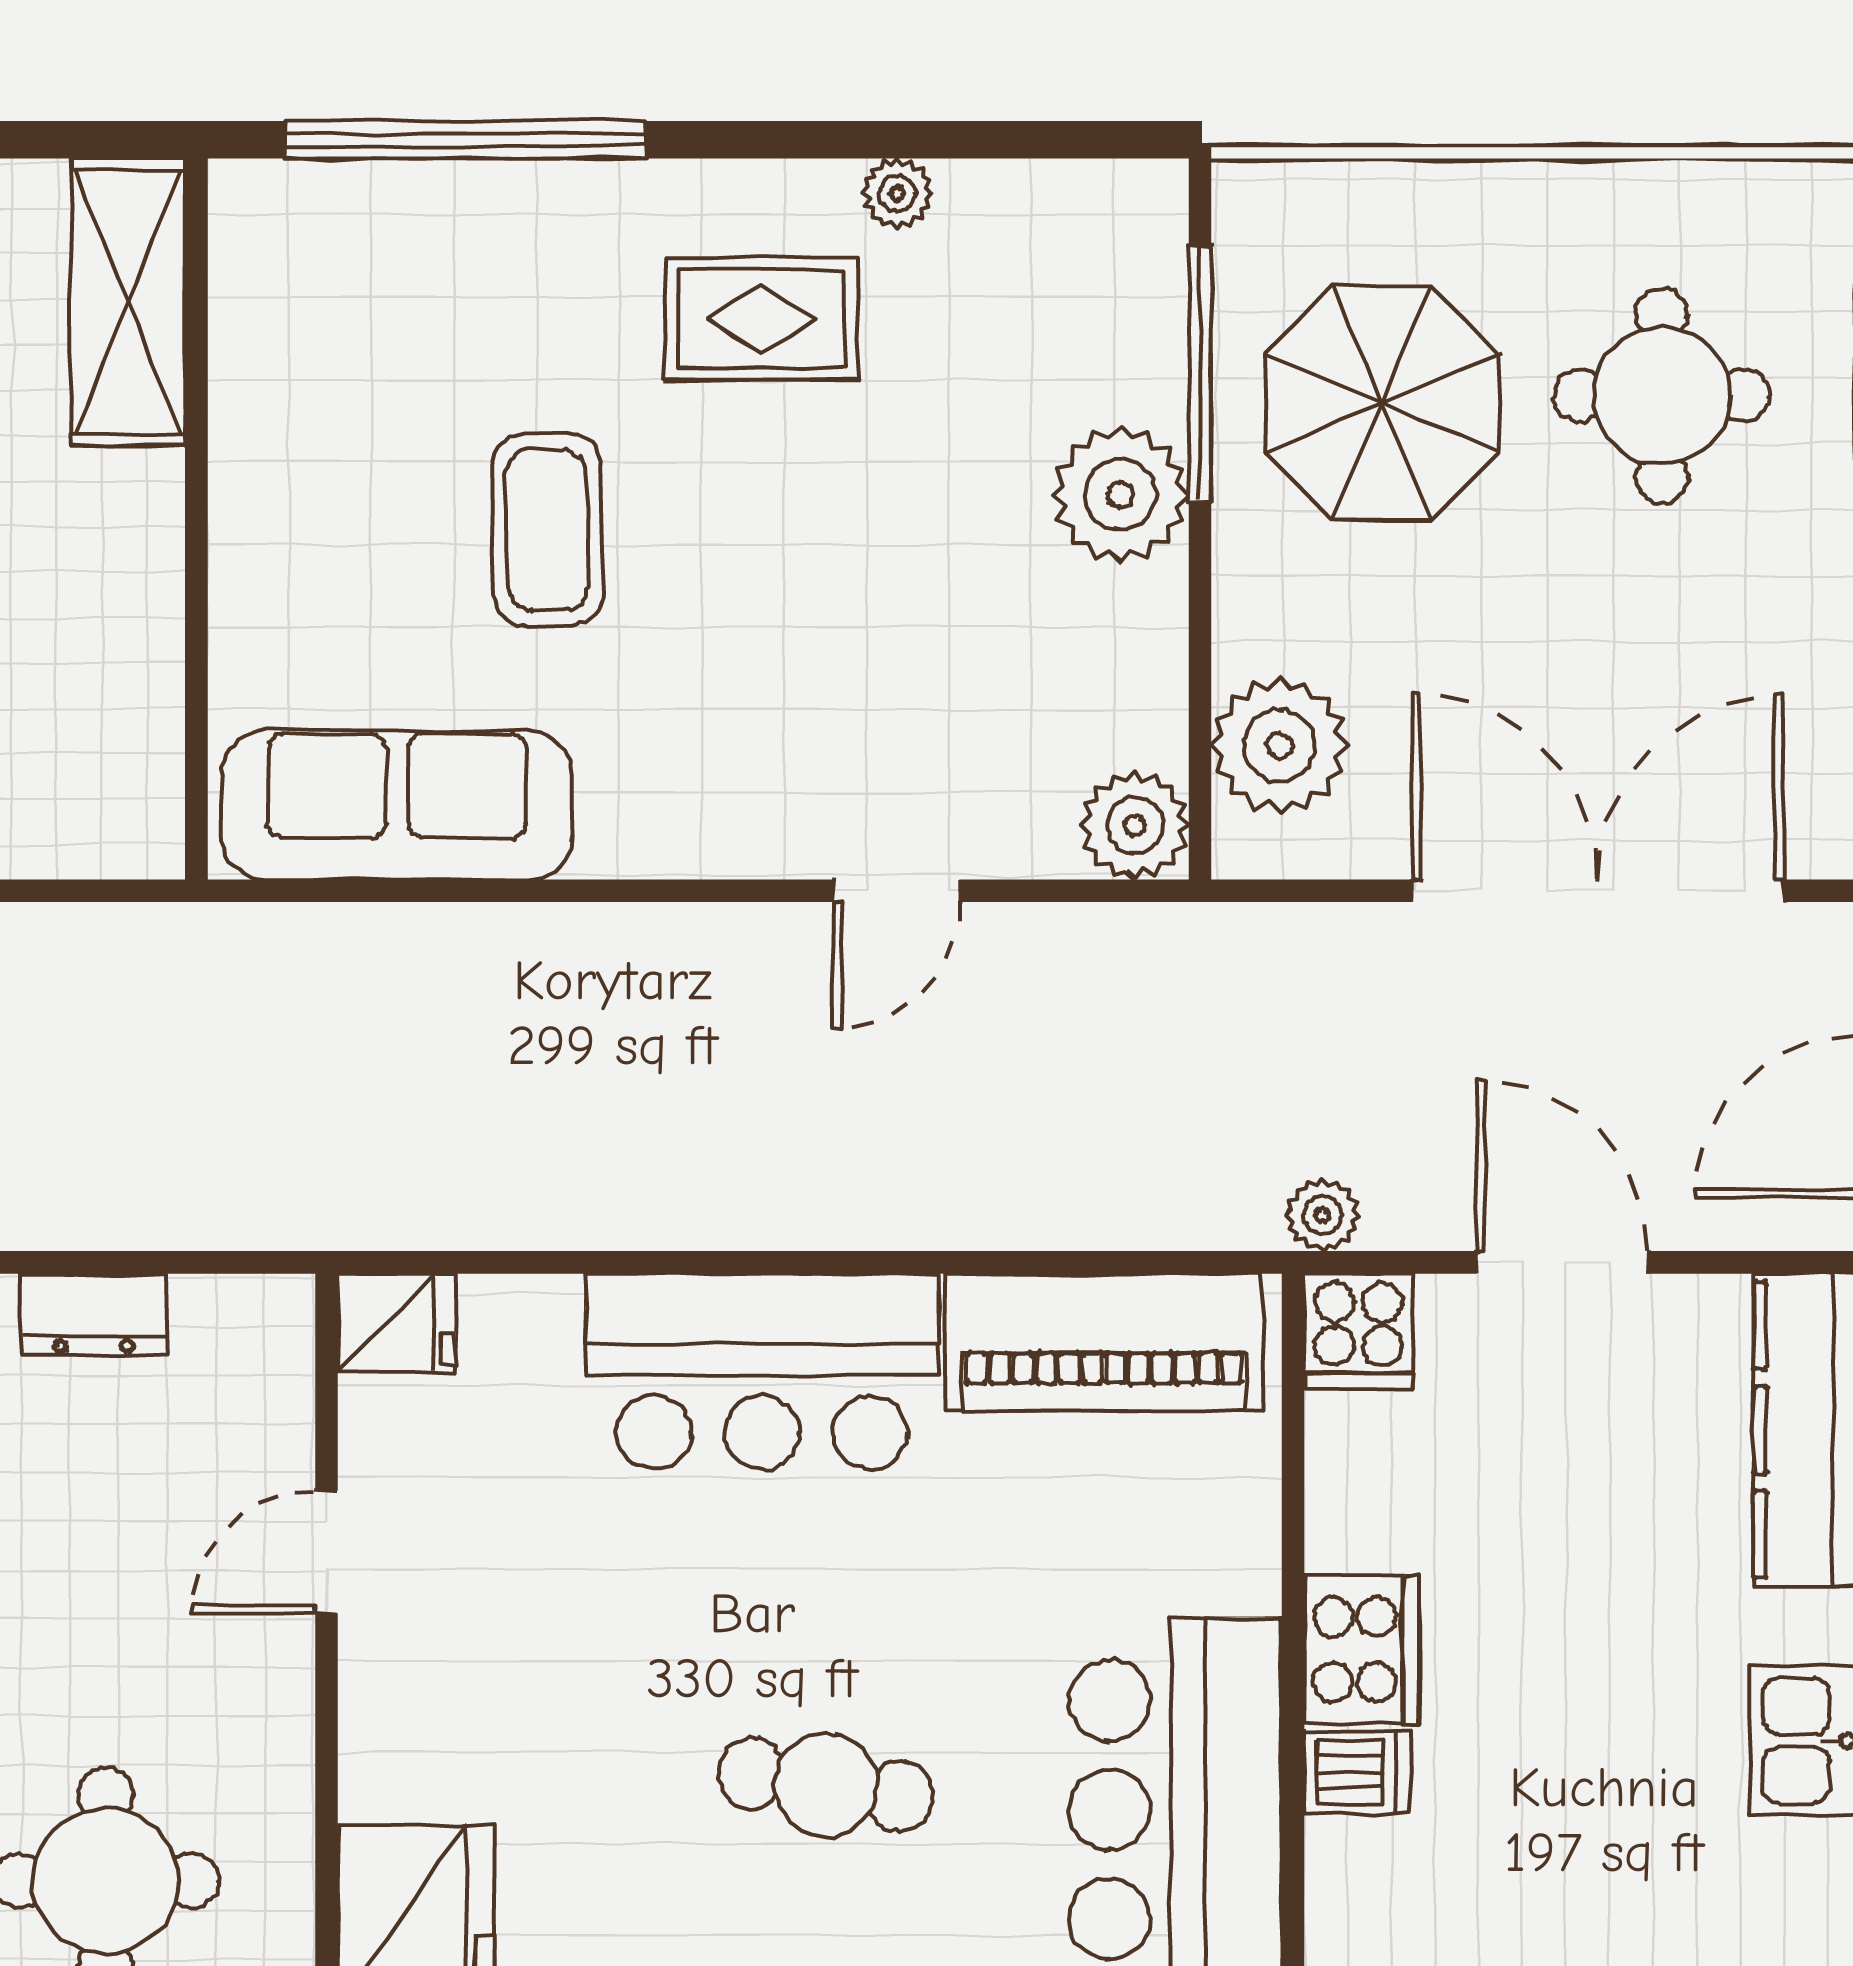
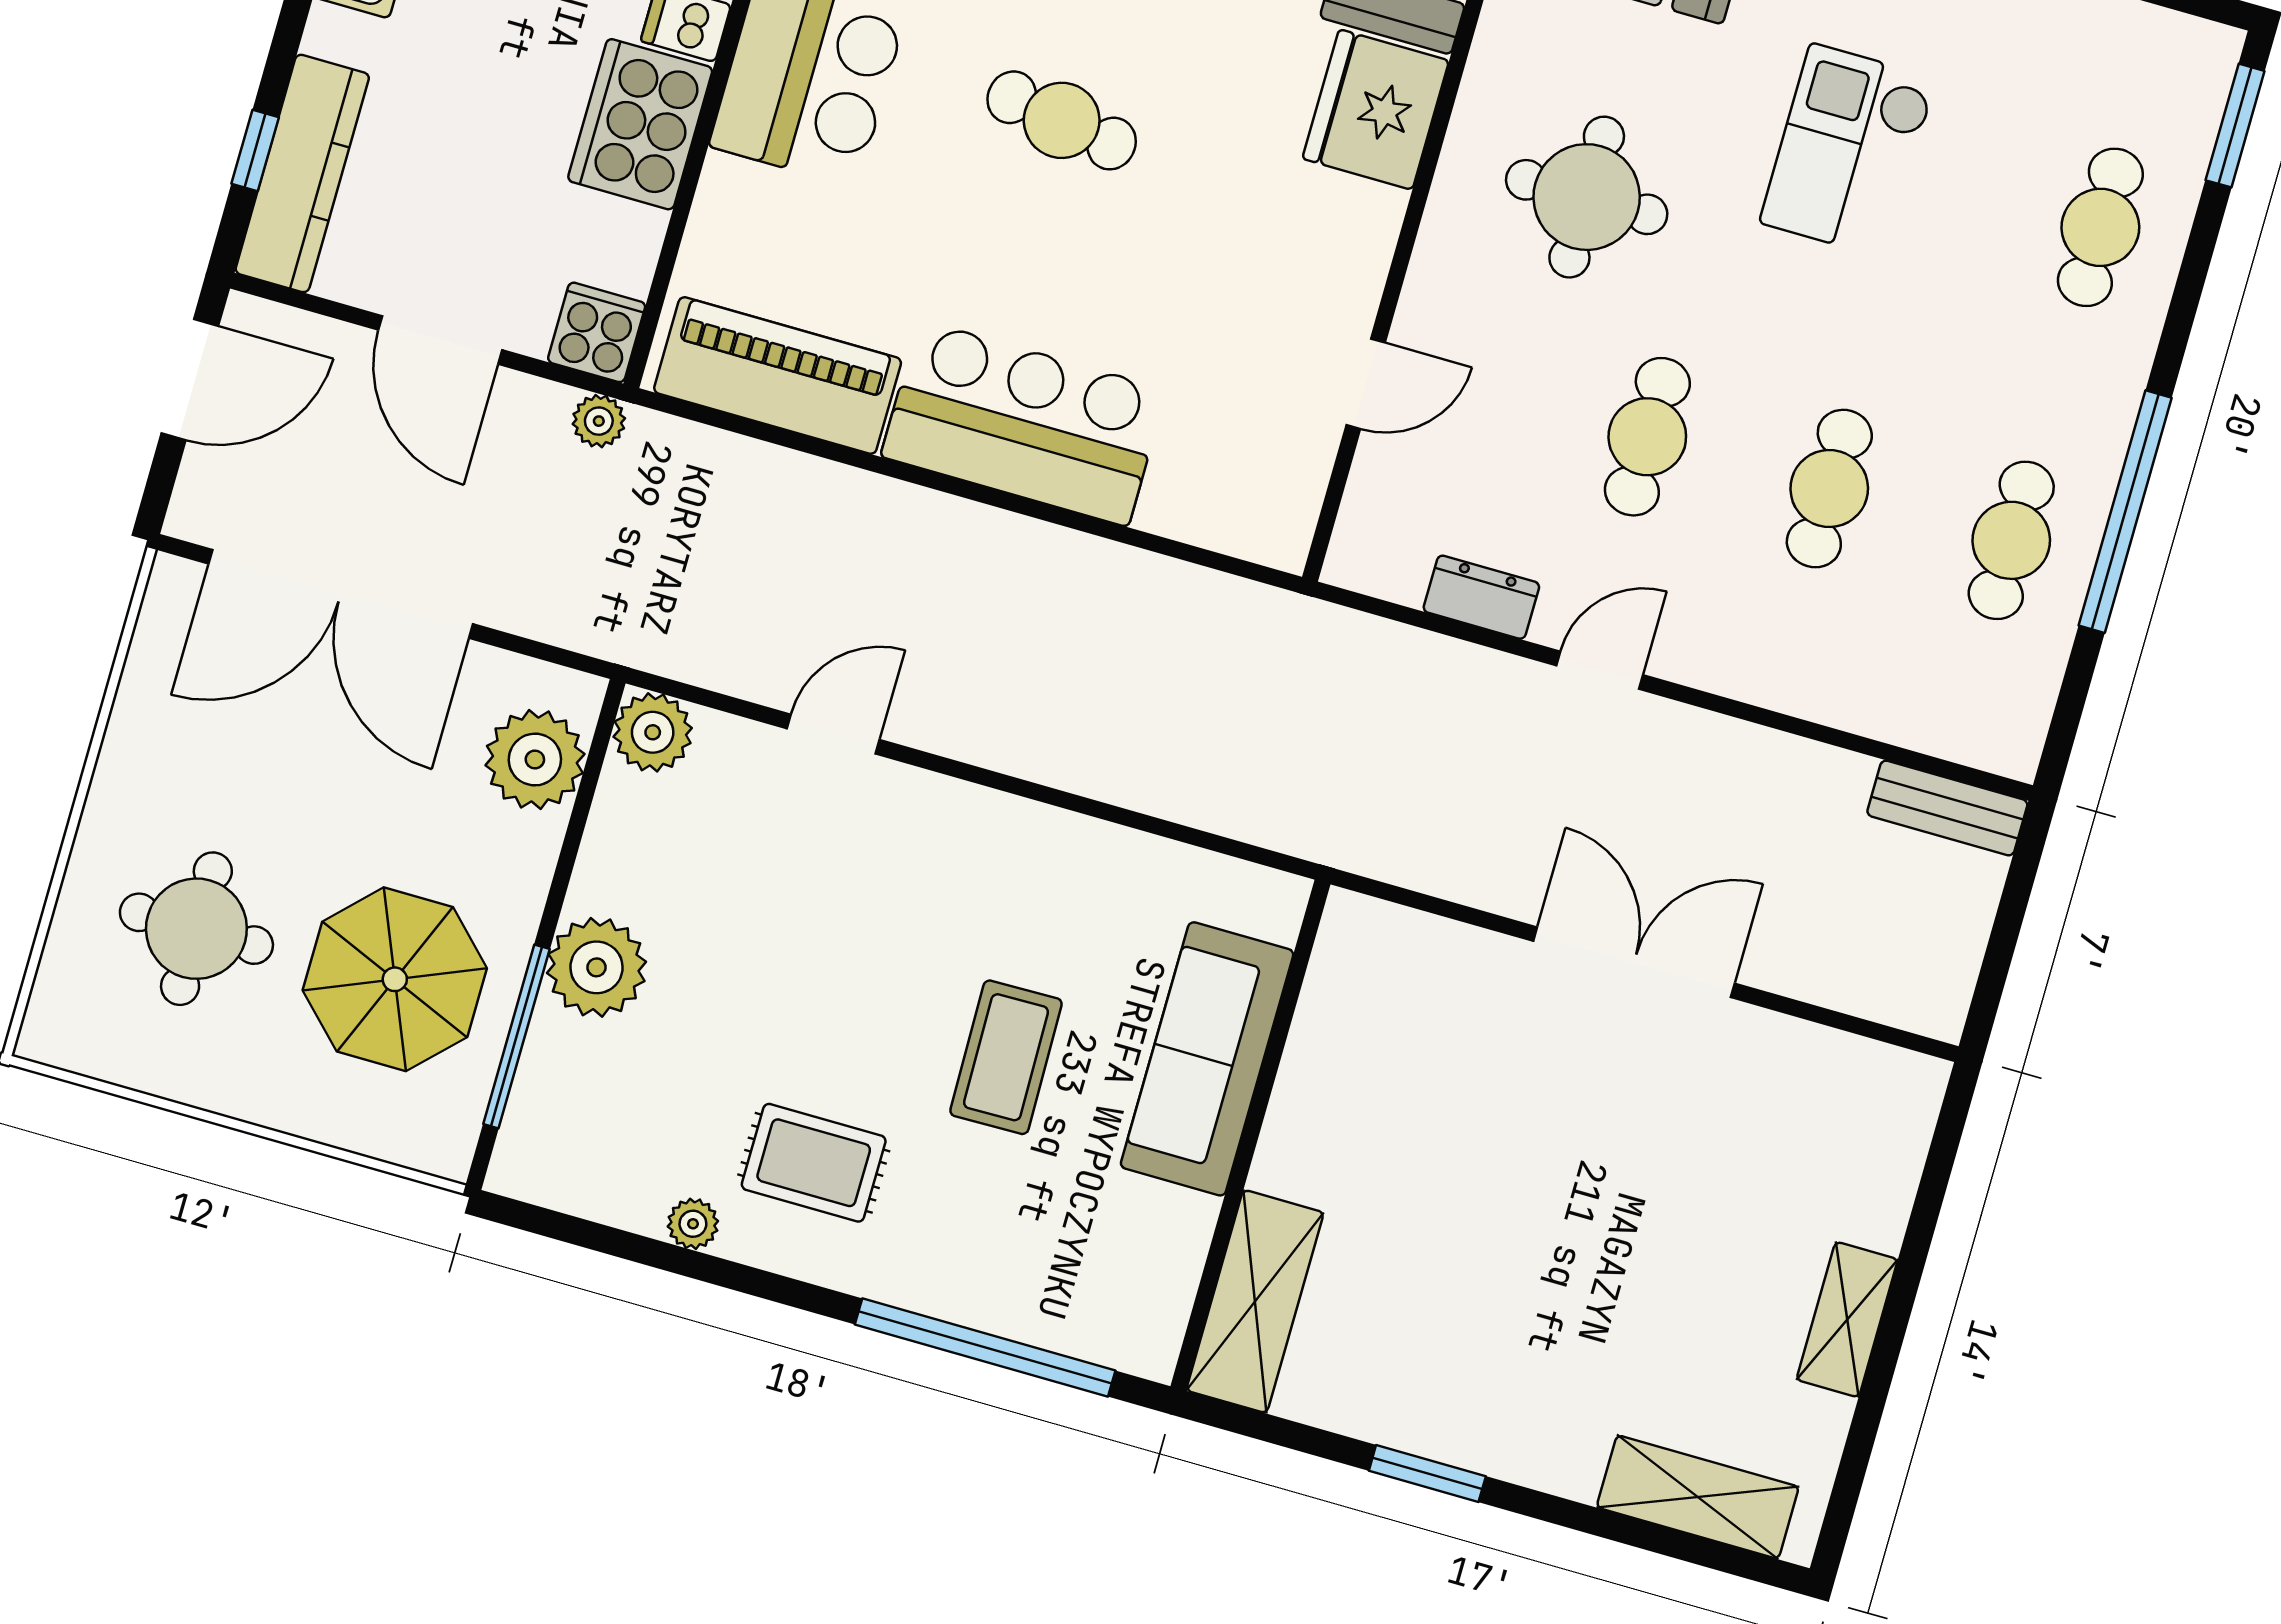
sofa: (397, 805) -> (1207, 1059), moved, turned 90
fridge: (396, 1323) -> (1271, 531), removed
cooker: (1361, 1649) -> (640, 124), width x1.37, depth x1.31

